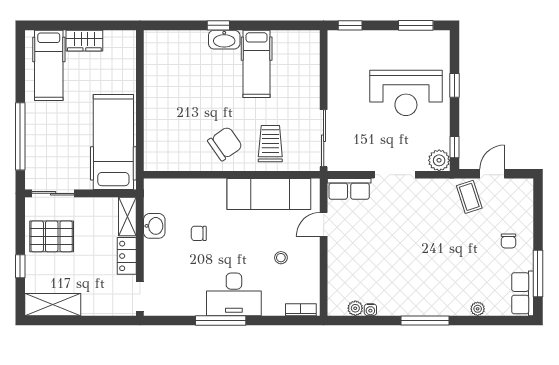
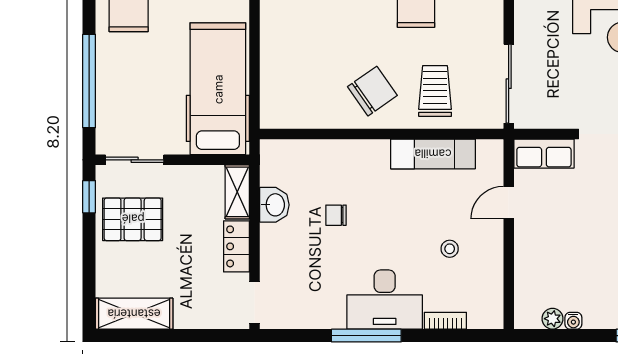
exam couch: (269, 194) -> (433, 154), width x0.73, depth x0.69
window: (20, 266) -> (89, 197), moved
bookcase: (301, 310) -> (445, 321), moved

